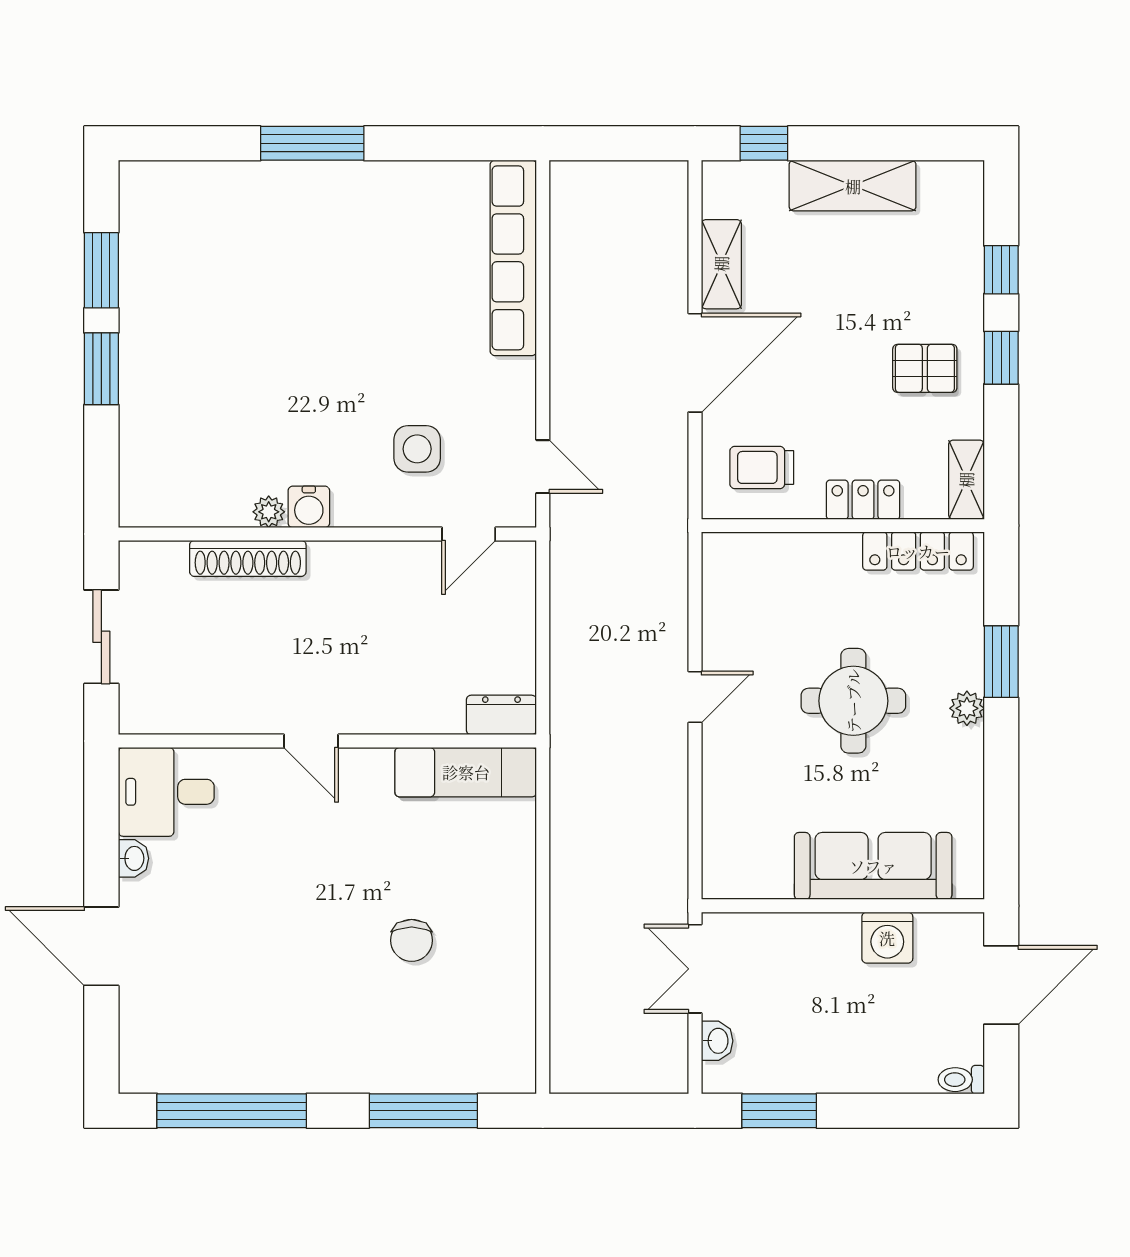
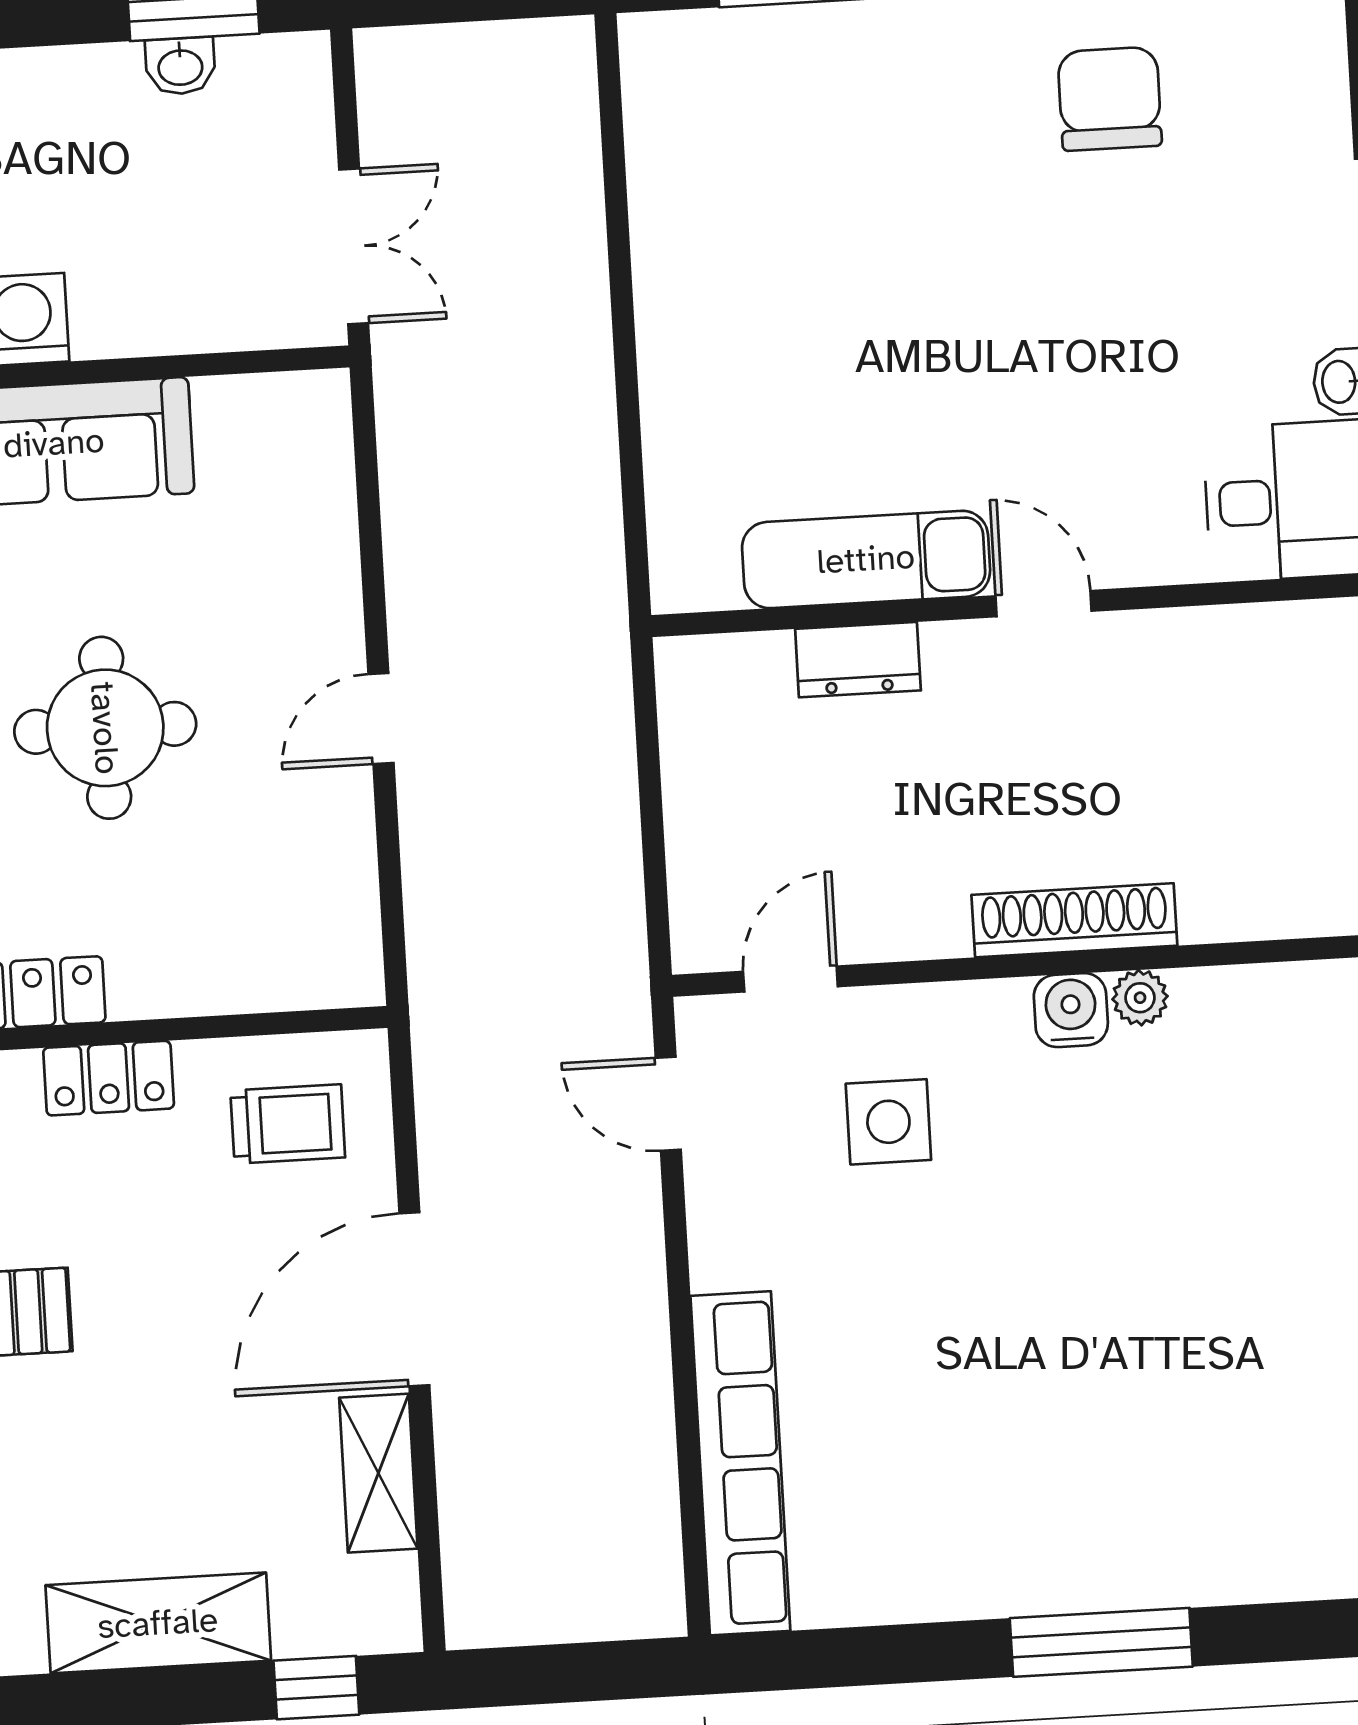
shoe rack: (248, 558) -> (1074, 920), moved
dresser: (501, 715) -> (858, 660), moved
exam couch: (466, 772) -> (866, 559), moved
chair: (412, 940) -> (1110, 99), moved, width x1.37, depth x1.37
washbasin: (717, 1041) -> (180, 66), moved, turned -90

